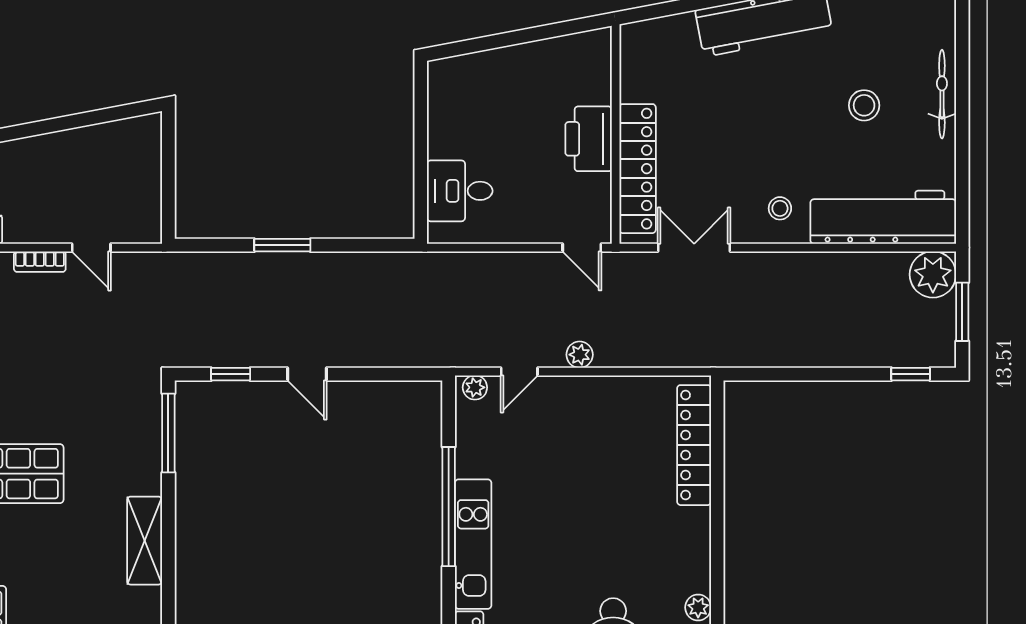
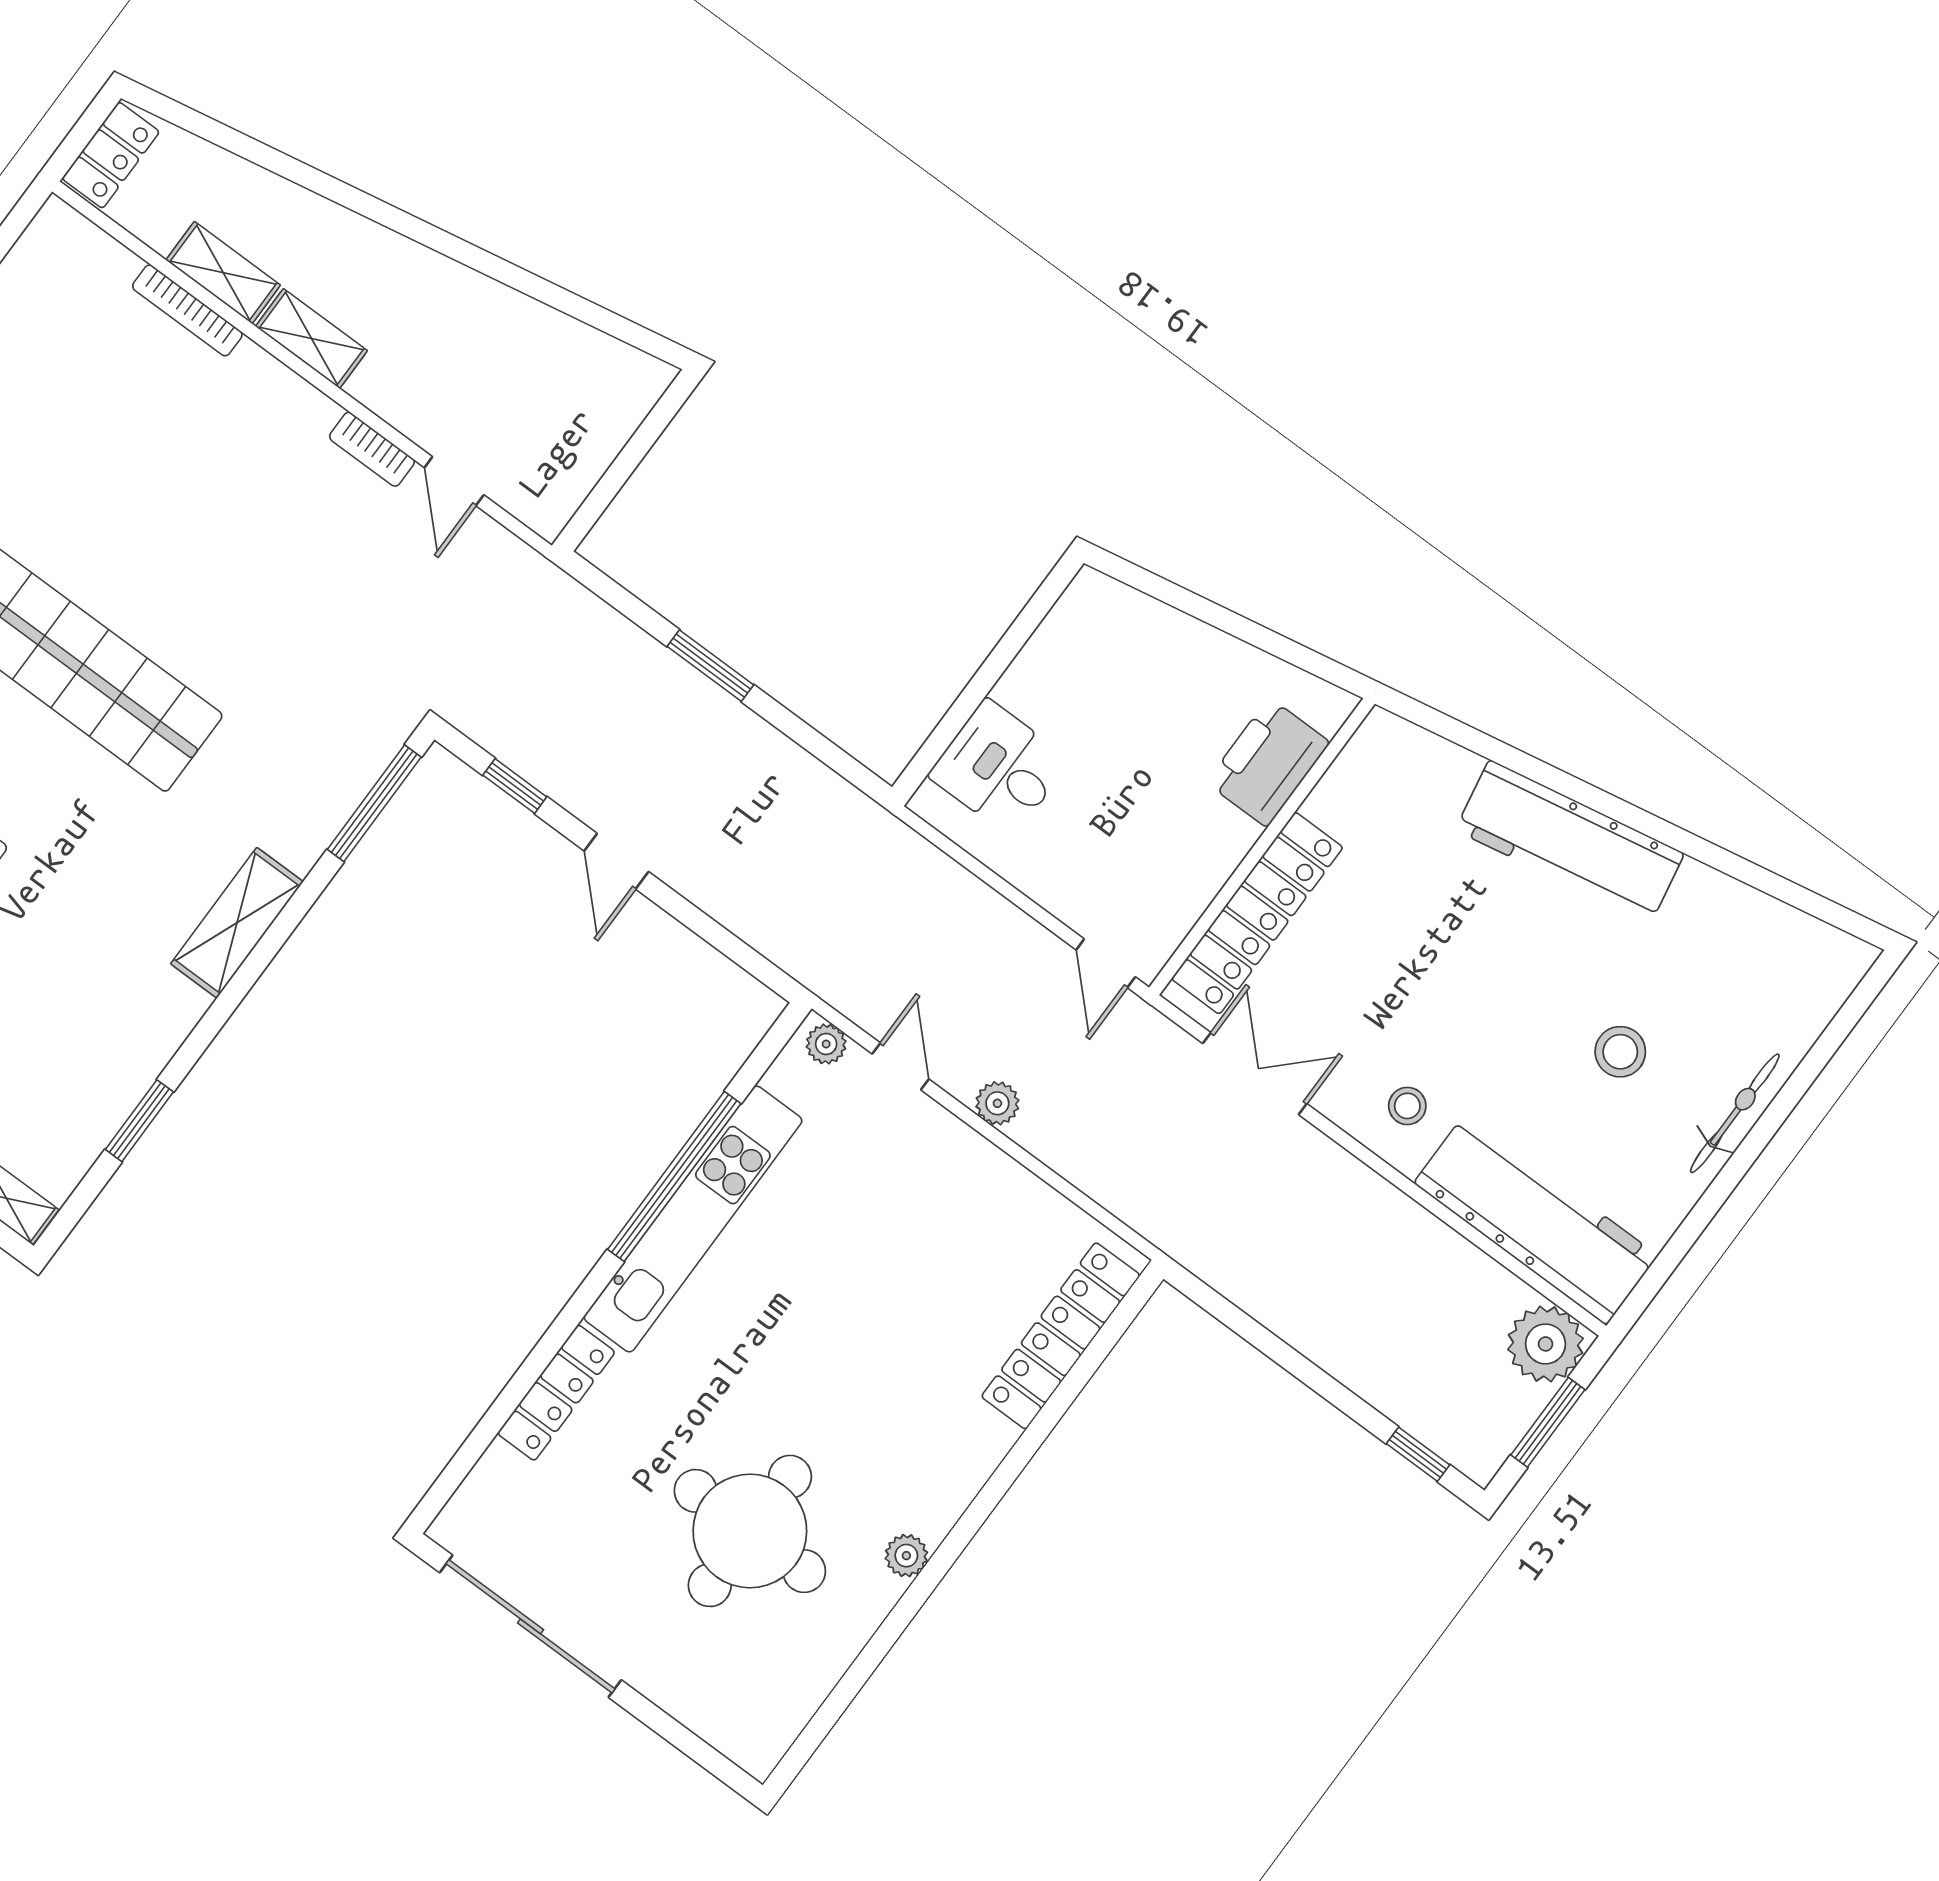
printer: (589, 139) -> (1268, 762), moved
door: (519, 372) -> (901, 1066), swing flipped
kitchen unit: (473, 544) -> (693, 1219), width x1.36

